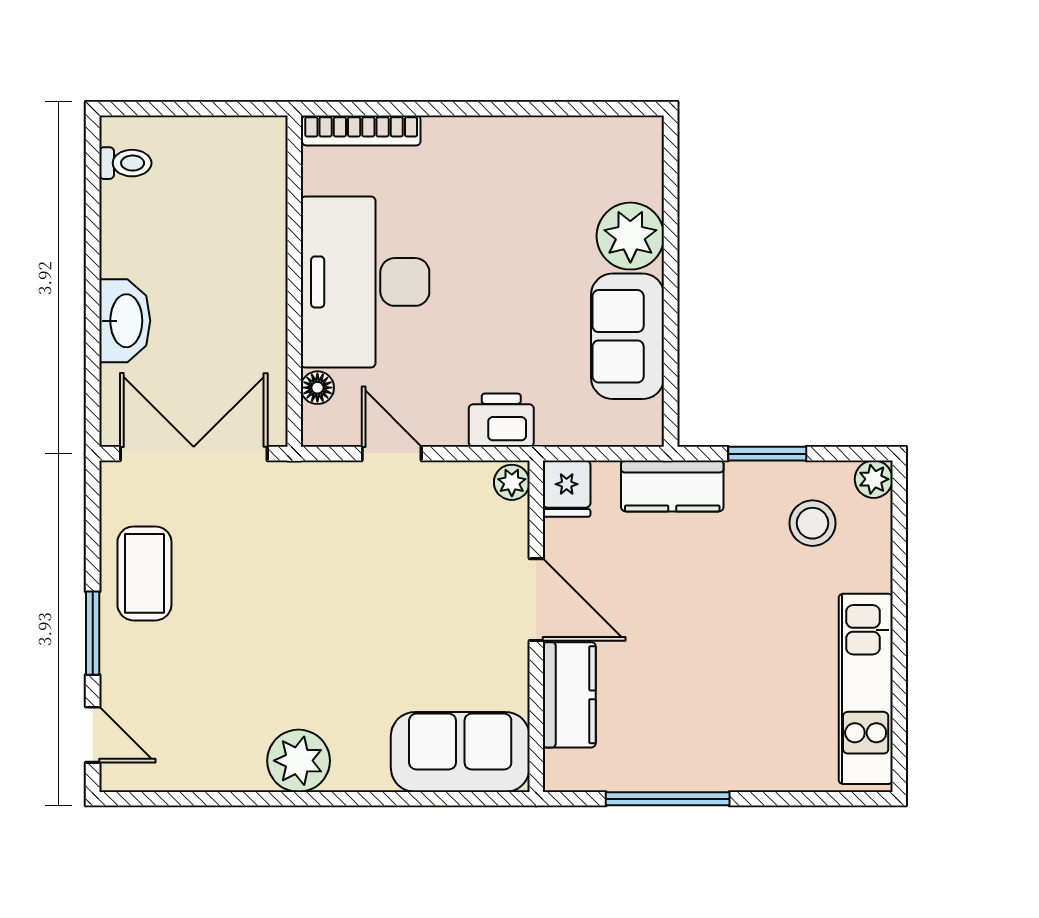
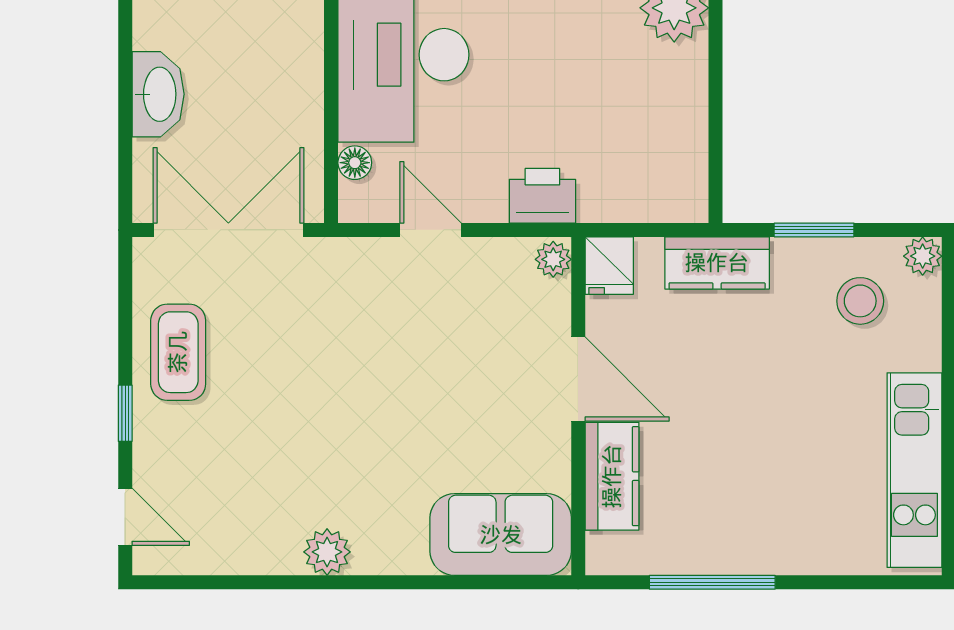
sofa: (628, 336) -> (671, 110), removed
window: (93, 633) -> (125, 413), width x0.67
plant: (299, 761) -> (327, 552), width x0.73, depth x0.73

